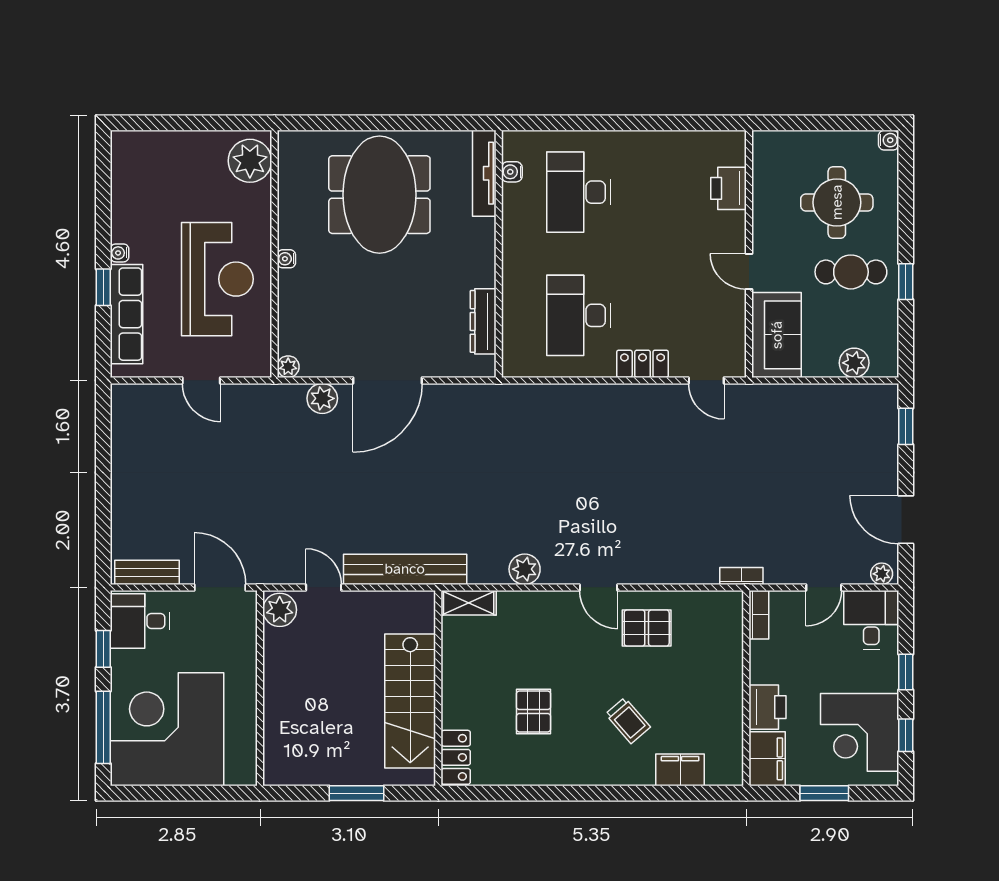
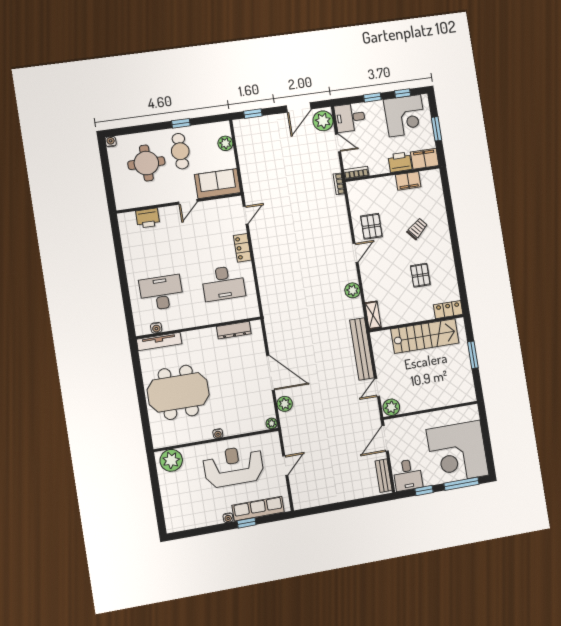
desk: (579, 192) -> (161, 293), turned 180
plant: (882, 574) -> (323, 121), width x1.88, depth x1.88
pallet: (534, 712) -> (420, 275), turned 90
filing cabinet: (680, 770) -> (408, 181), moved, turned -90

